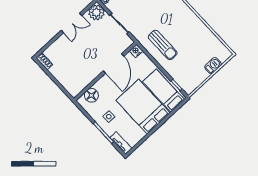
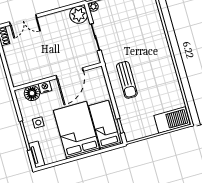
double door: (72, 23) -> (23, 20), moved
nightstand: (136, 51) -> (45, 87), moved
barbecue: (213, 66) -> (172, 120), width x1.88, depth x1.53

